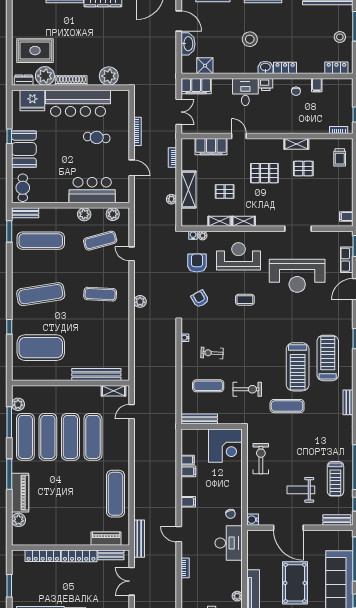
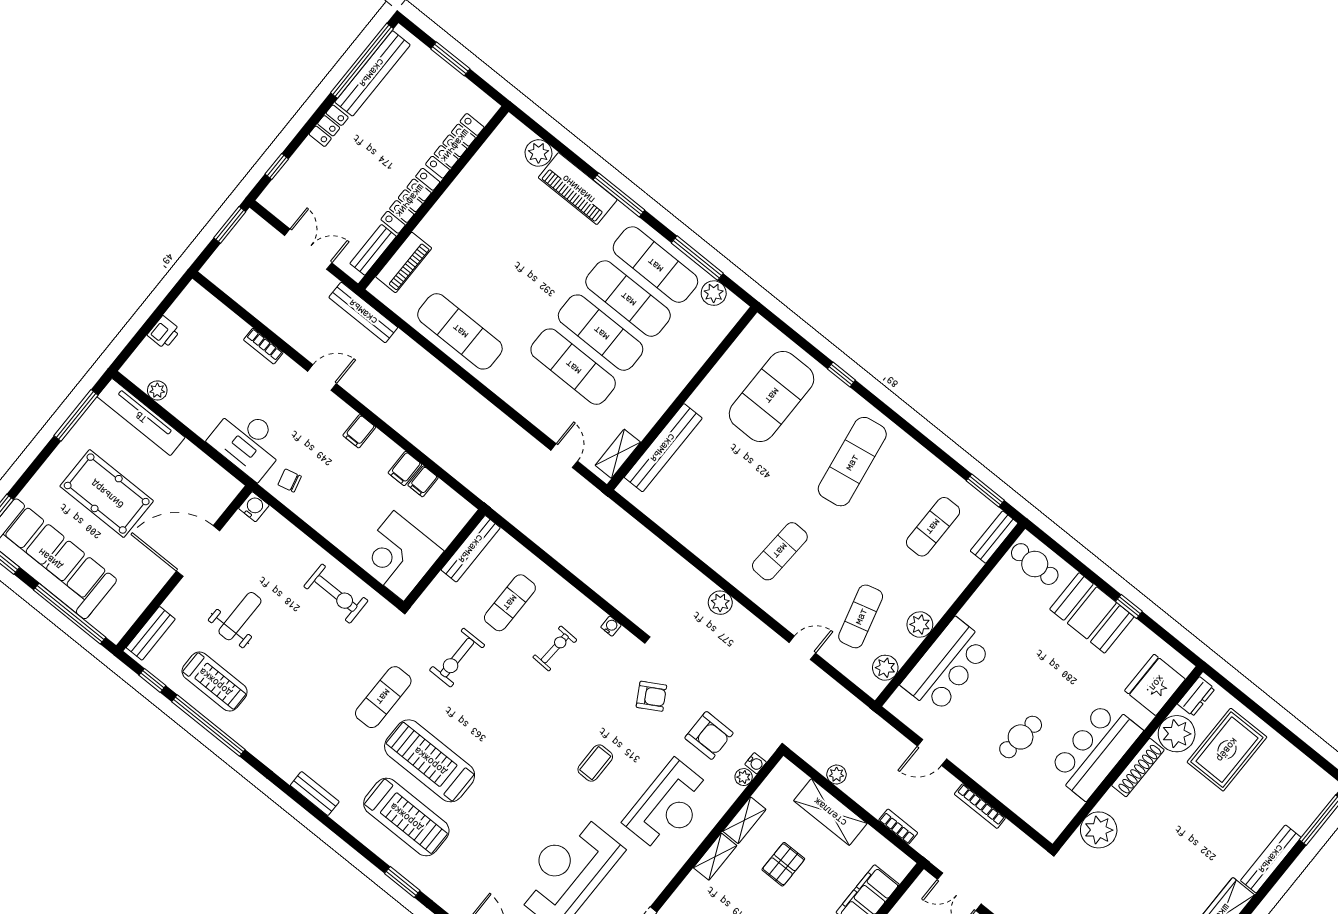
bar counter: (78, 103) -> (1095, 750), width x0.73
exercise mat: (41, 241) -> (933, 527), width x0.73, depth x0.69
treadmill: (335, 479) -> (215, 682), turned 180

